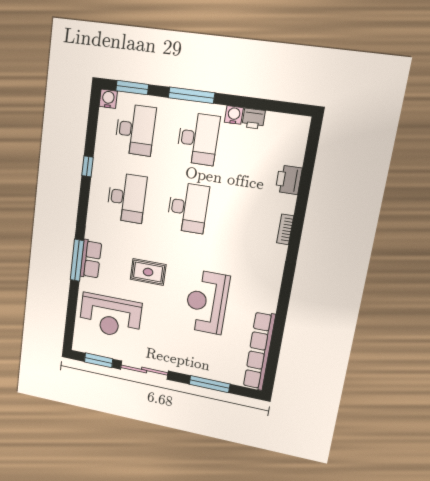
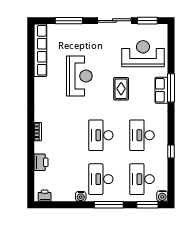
printer: (253, 119) -> (45, 196), moved
rug: (148, 272) -> (121, 89), turned 90

